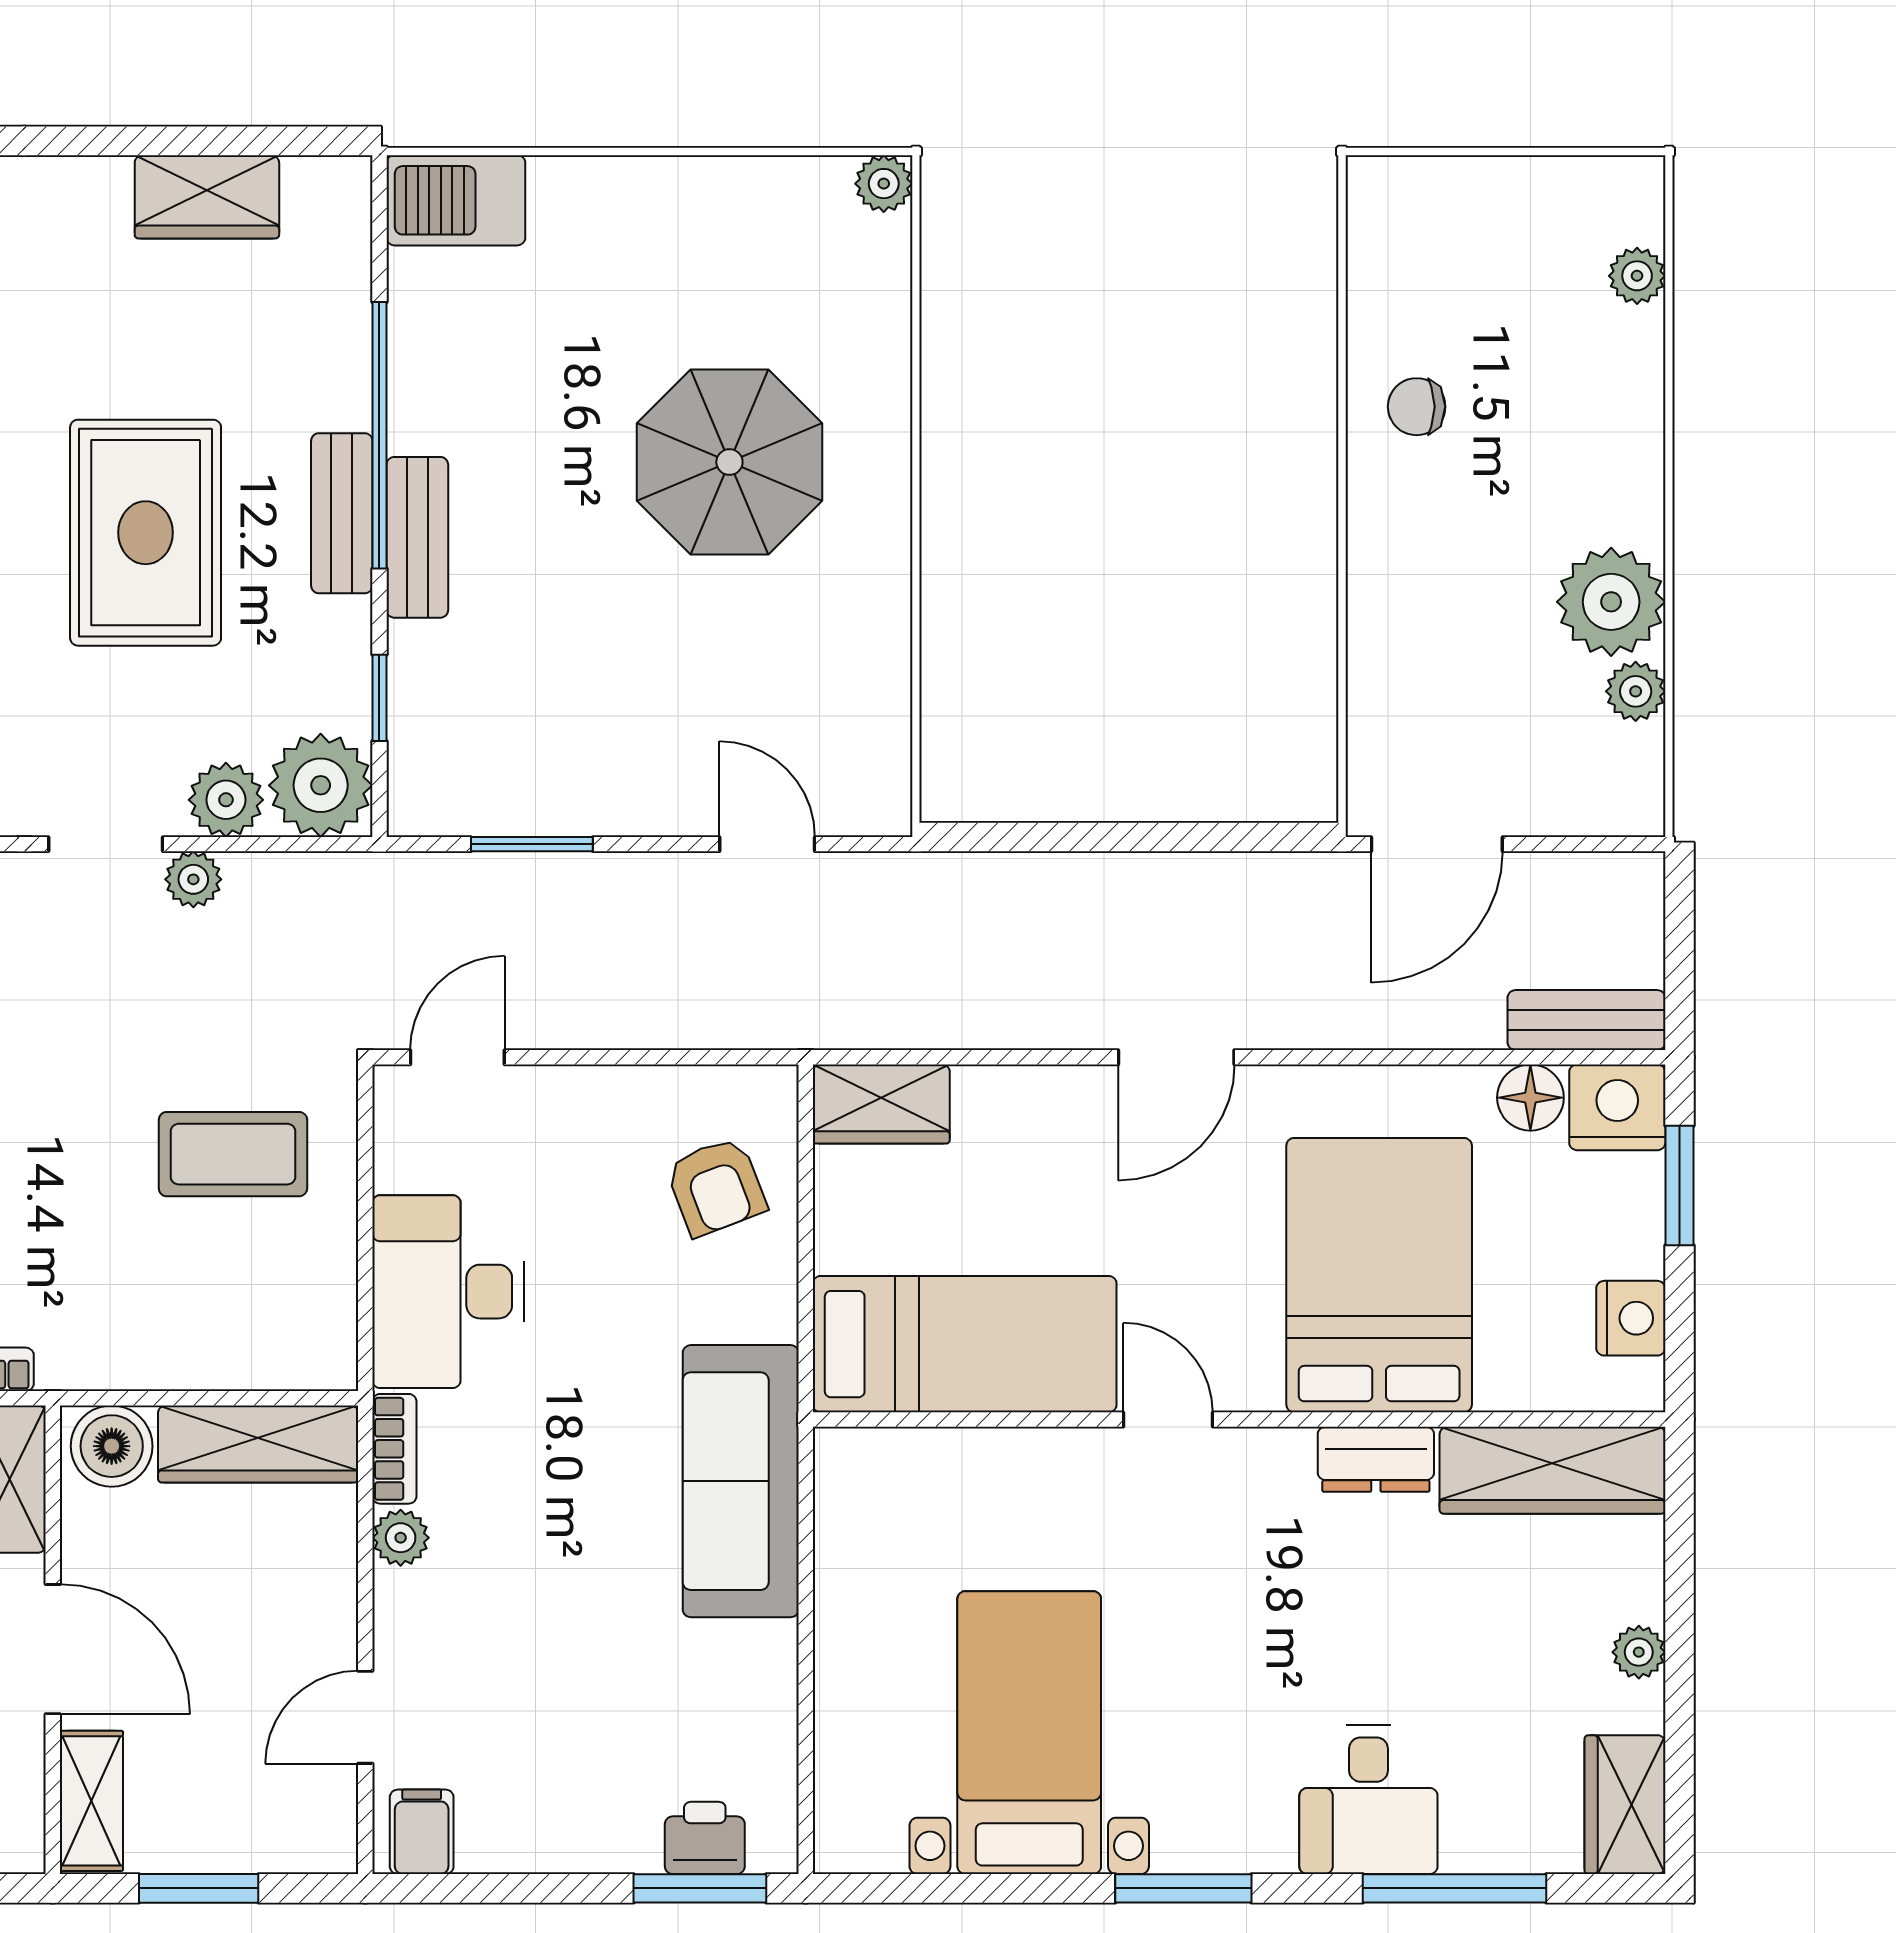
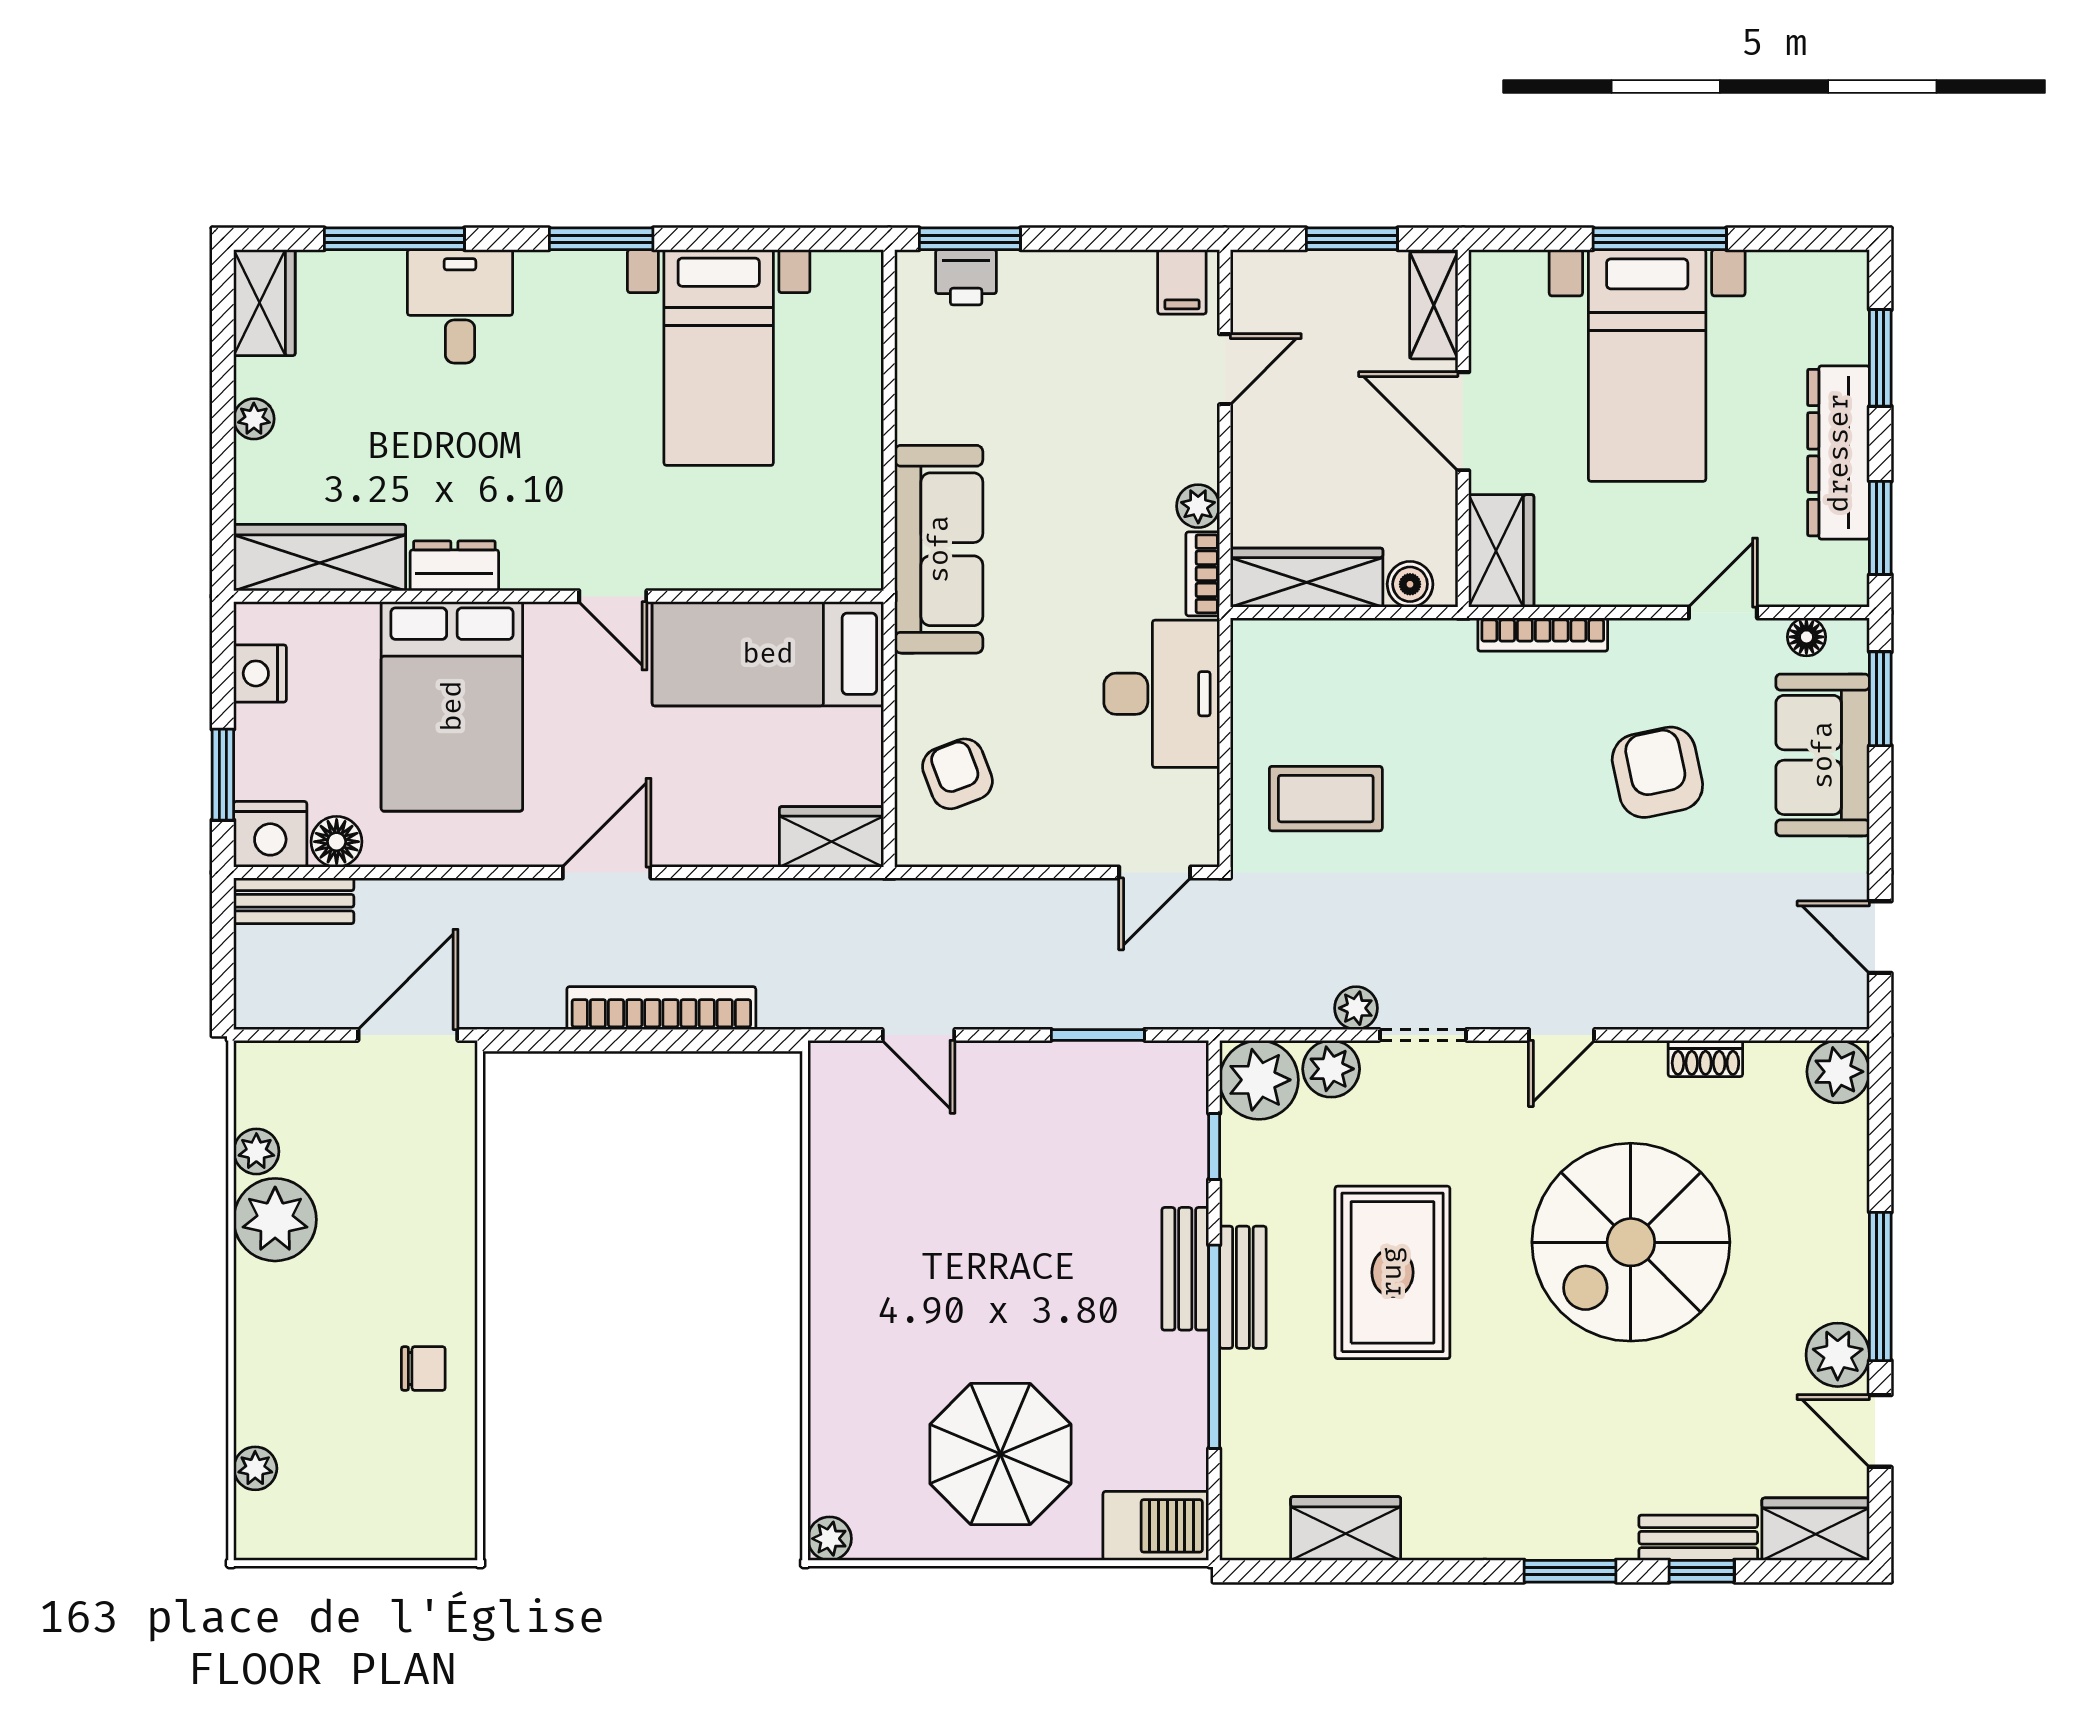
parasol: (729, 462) -> (1000, 1454), moved
bookcase: (1104, 879) -> (661, 1008), added
boiler: (112, 1446) -> (1410, 584), width x0.73, depth x0.73

